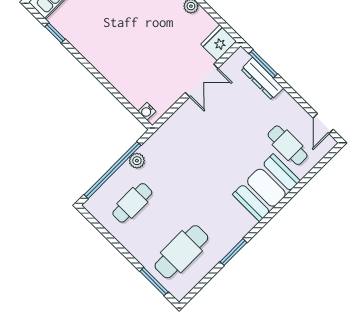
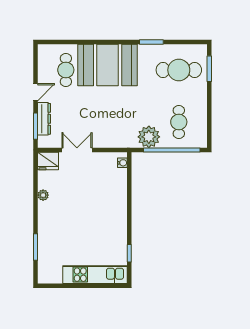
door: (323, 124) -> (35, 92), moved
plant: (137, 161) -> (149, 137), width x1.88, depth x1.88
booth: (266, 188) -> (108, 65), width x1.36, depth x1.42
cafe table: (132, 203) -> (179, 122), turned 90

